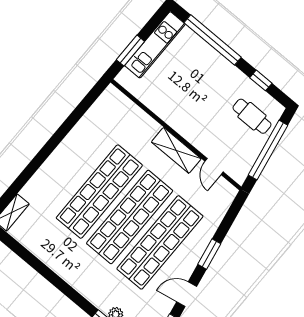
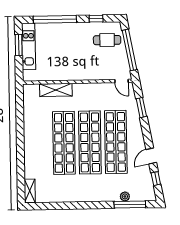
window: (130, 51) -> (19, 45), moved
shelving: (176, 150) -> (56, 90), moved
door: (214, 167) -> (122, 81), moved
window: (209, 254) -> (141, 108), moved

